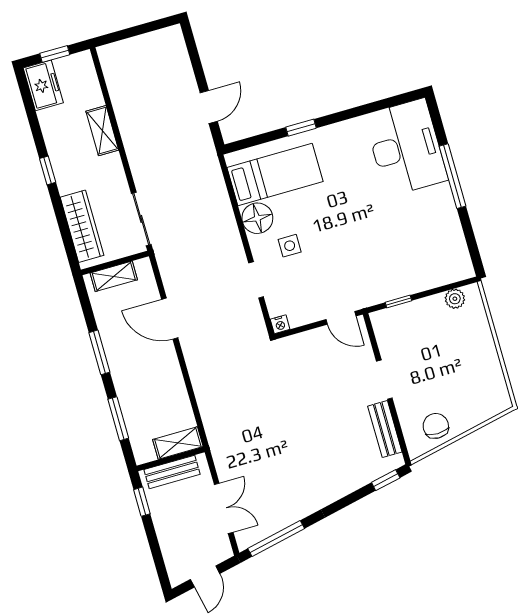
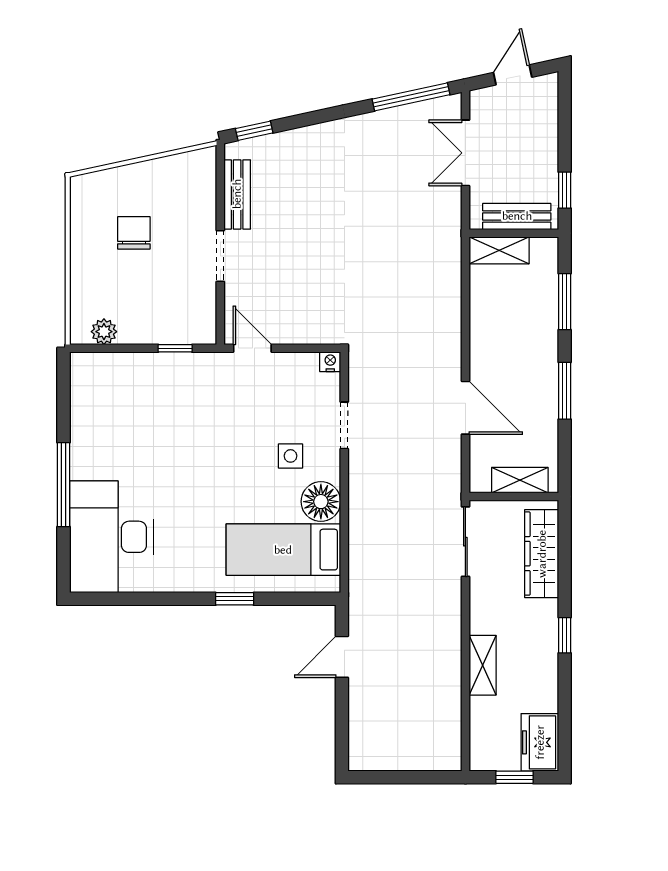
chair: (436, 426) -> (134, 233), moved, turned 180

